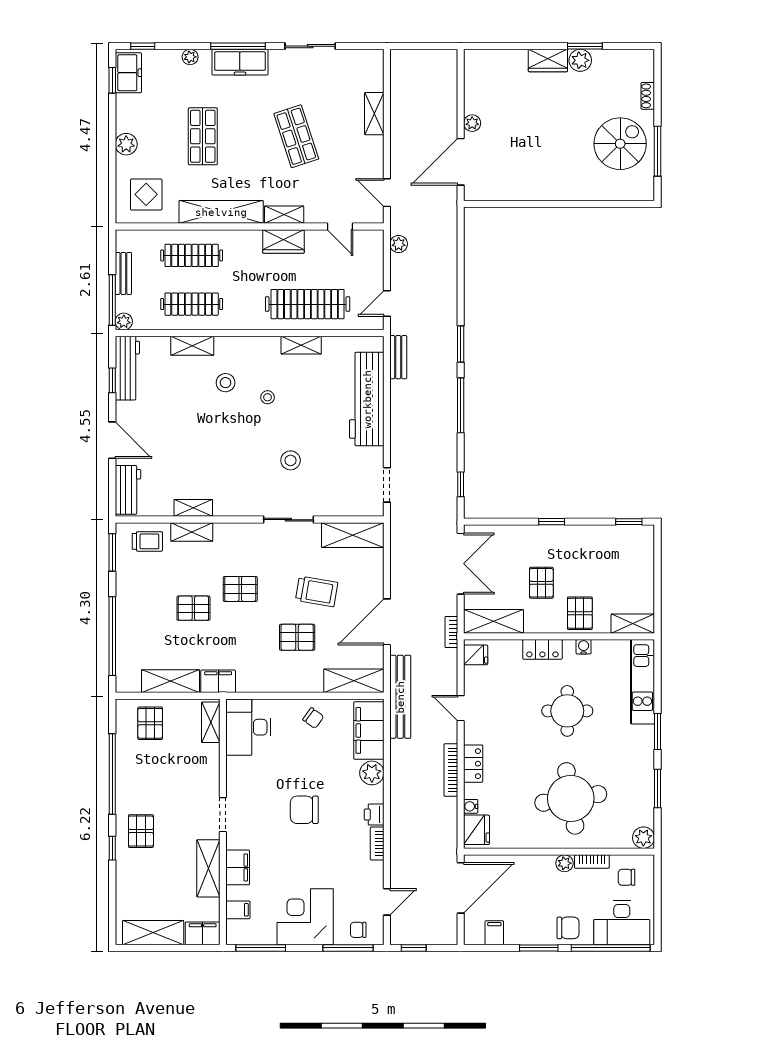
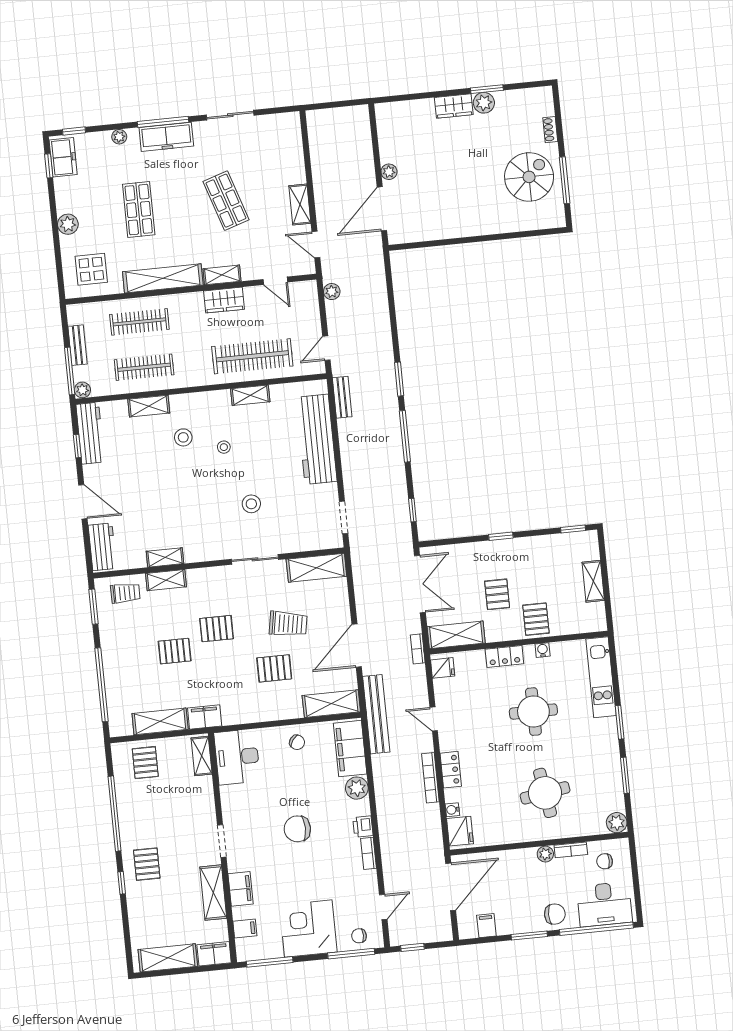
shelving: (374, 114) -> (300, 204), moved
shelving: (633, 624) -> (593, 581), moved, turned 90
round table: (571, 798) -> (545, 793), width x0.73, depth x0.73

